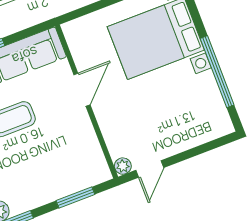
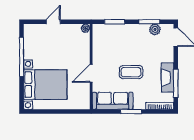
door: (150, 169) -> (53, 22), moved

